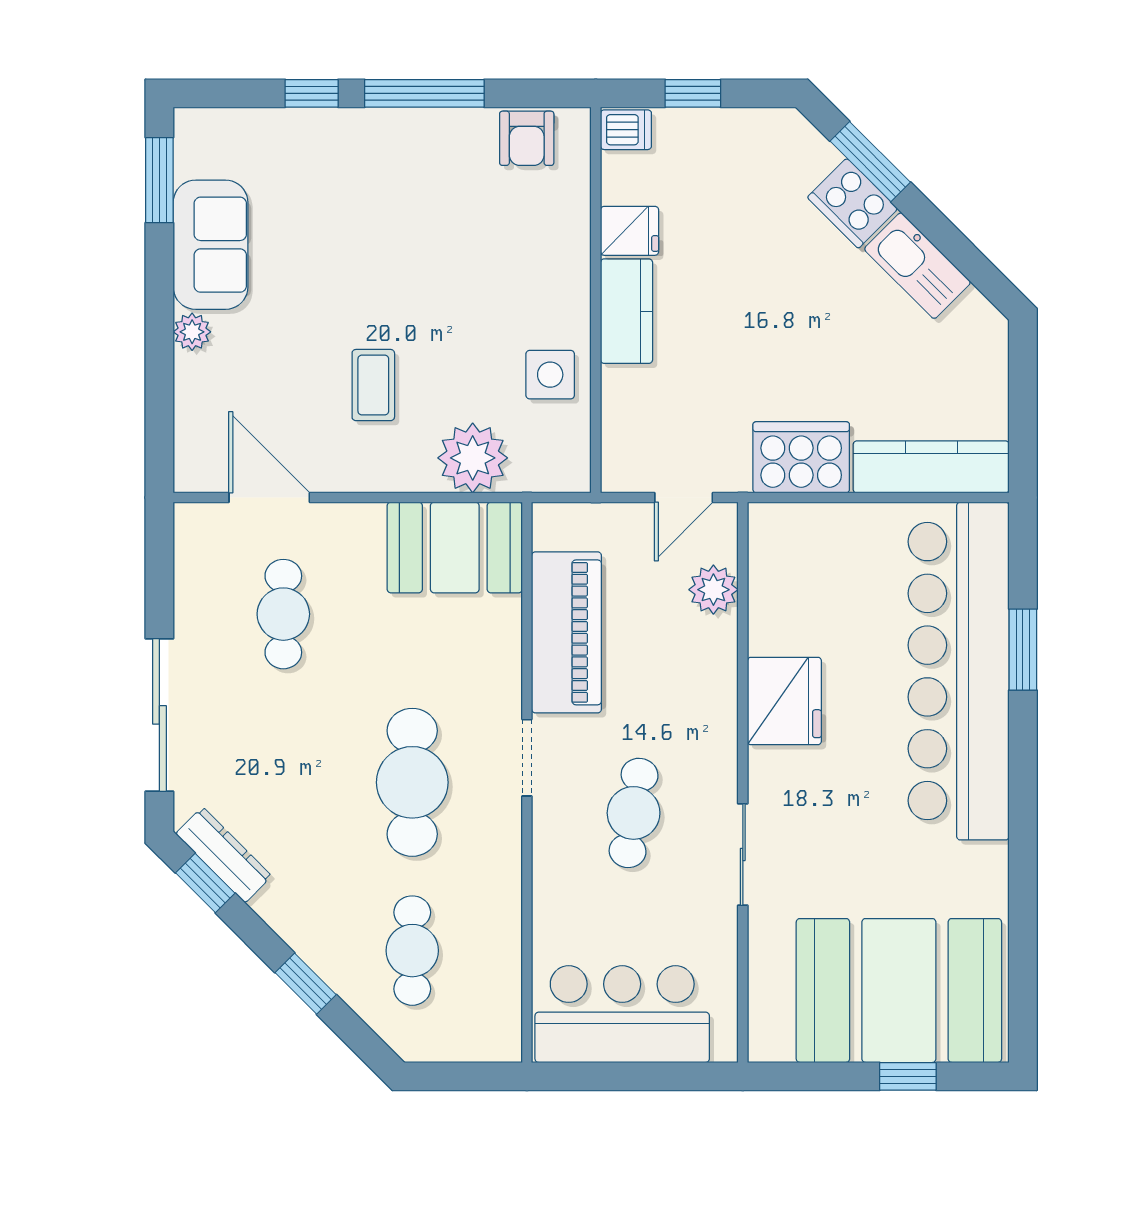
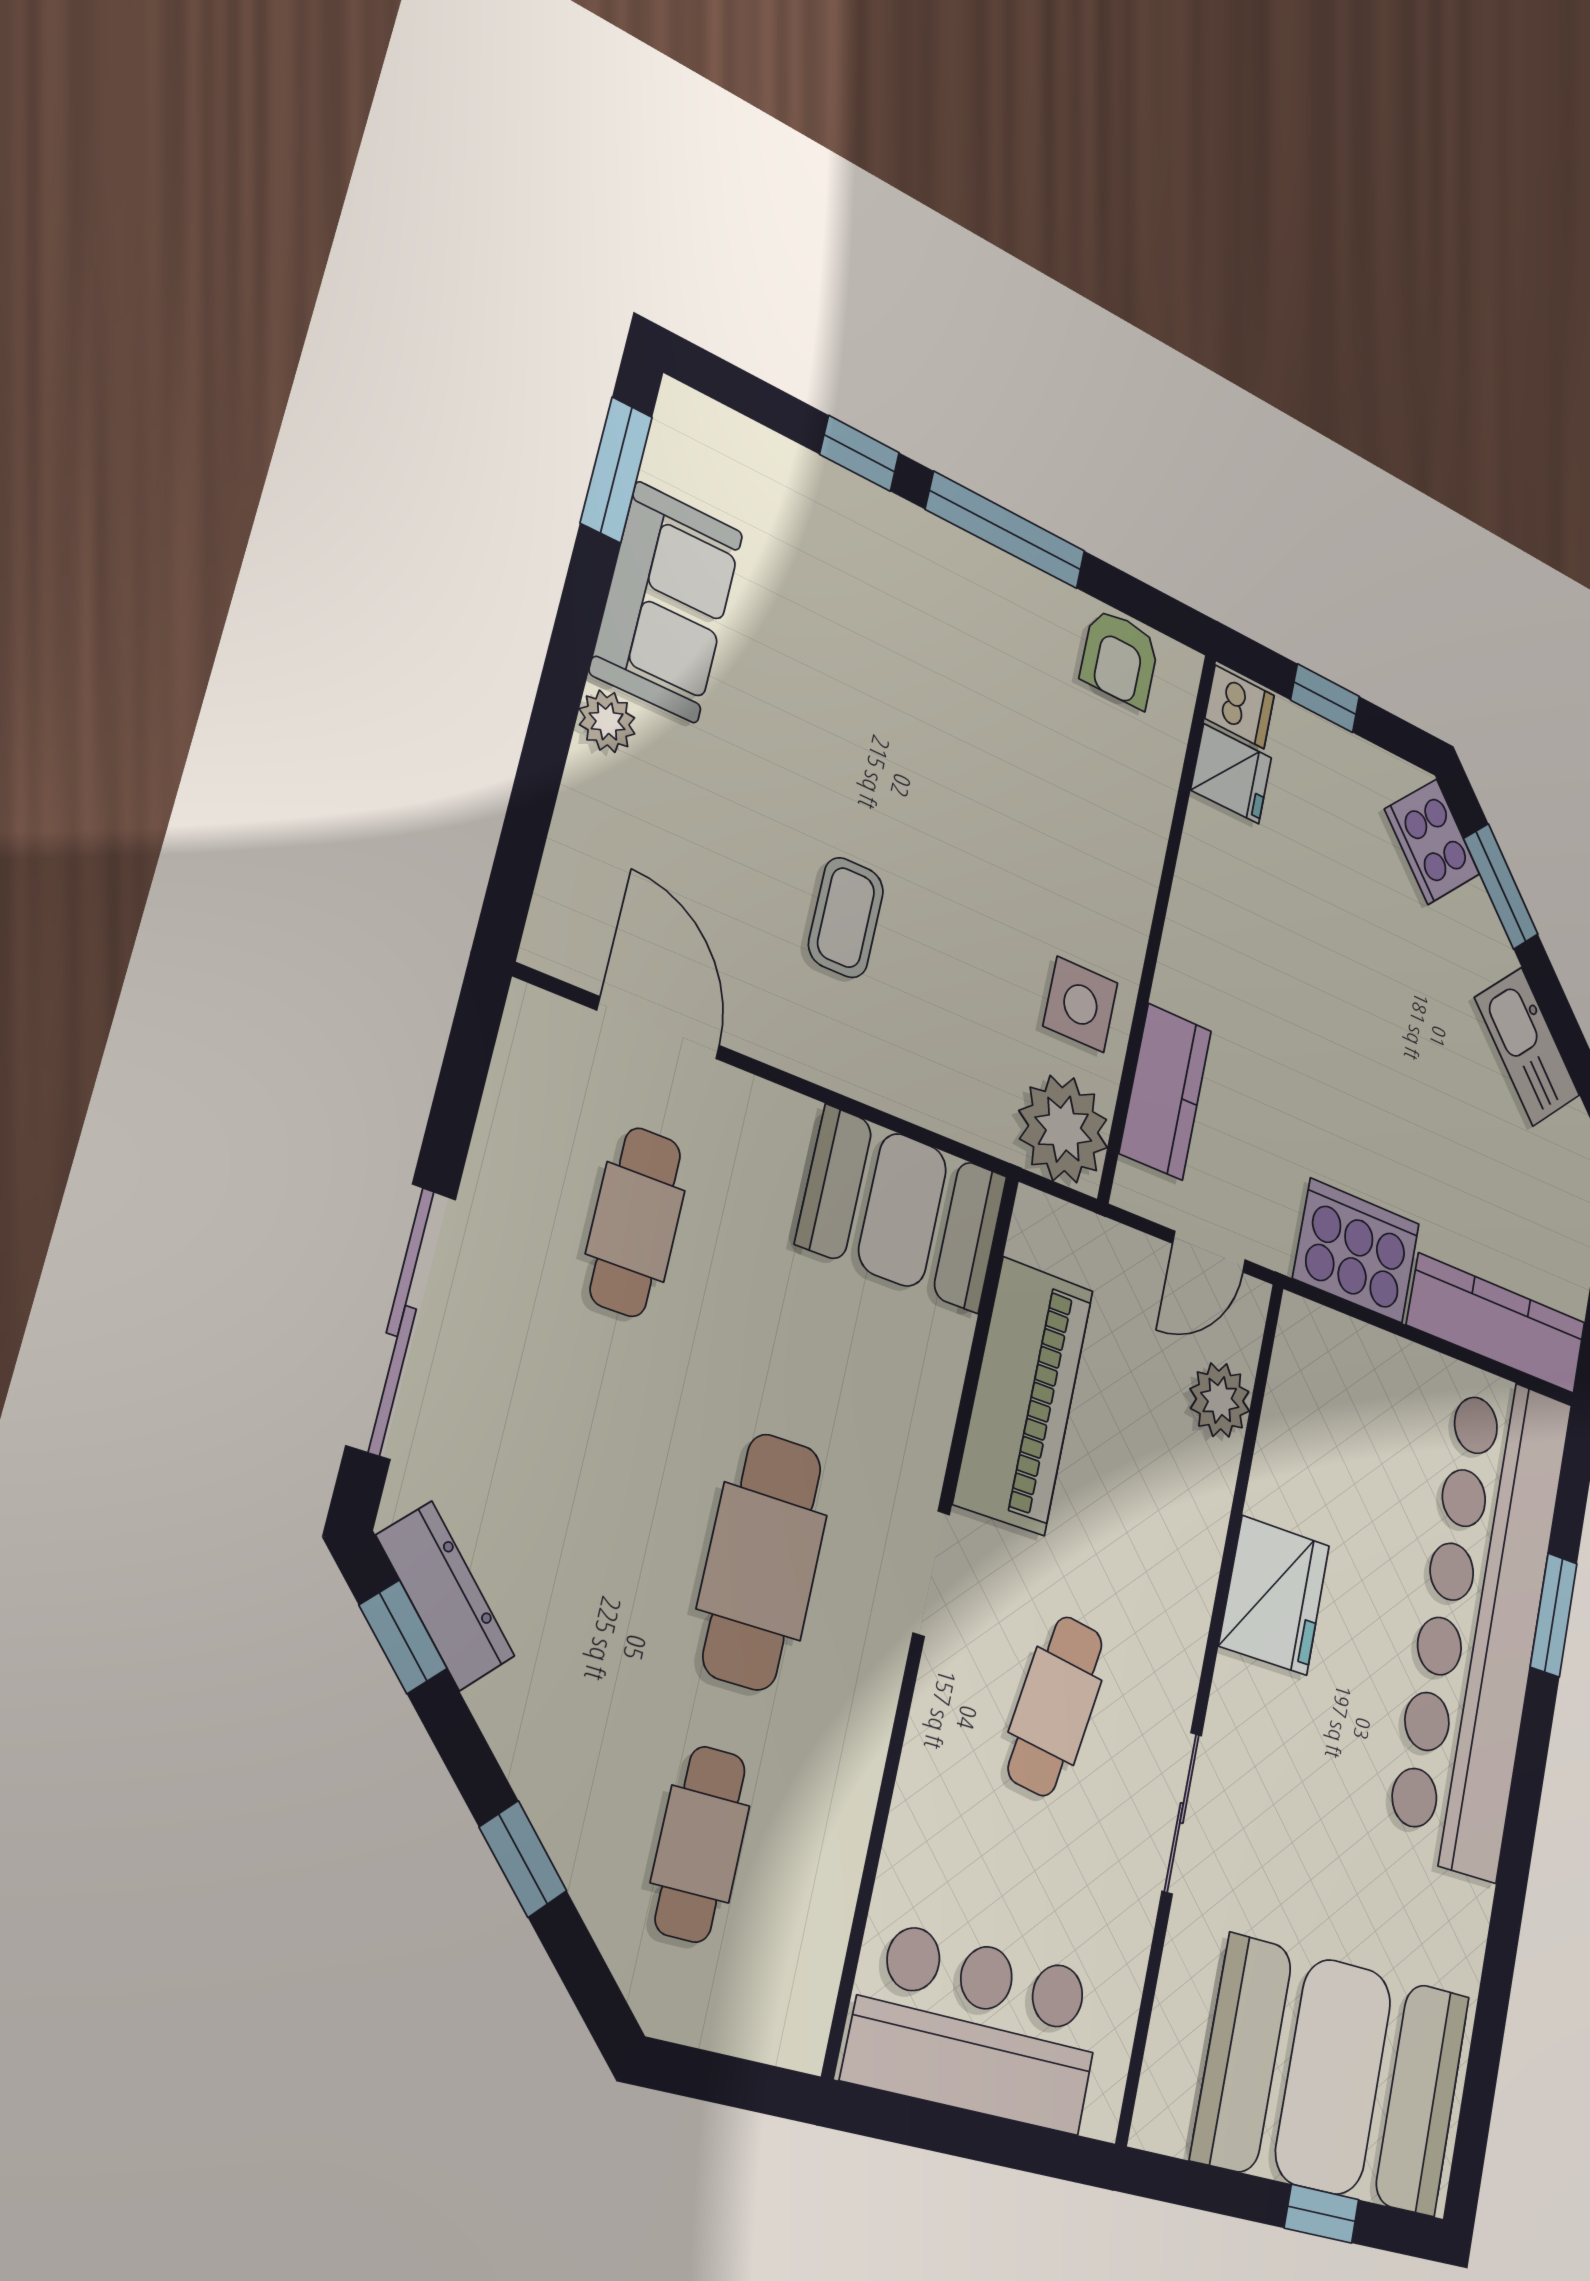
cooker: (853, 203) -> (1432, 842), moved
fridge: (630, 231) -> (1231, 774), moved
kitchen counter: (626, 311) -> (1165, 1092), moved
plant: (473, 458) -> (1063, 1129), moved

